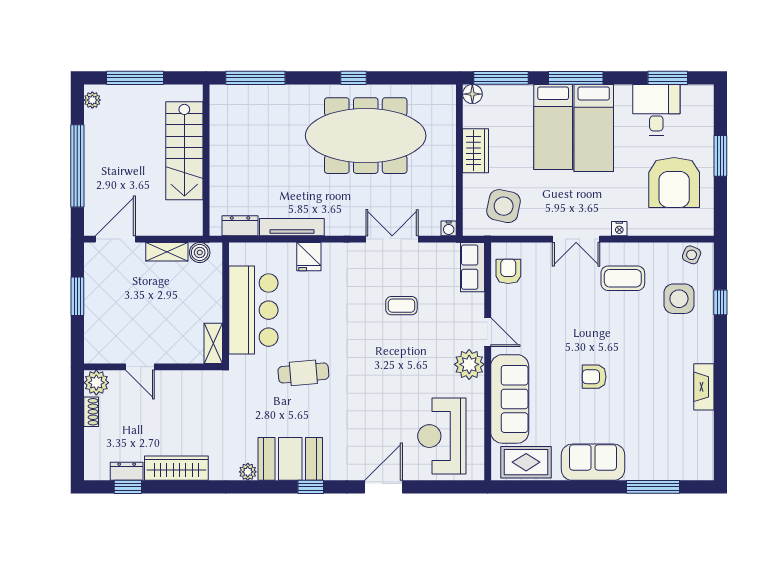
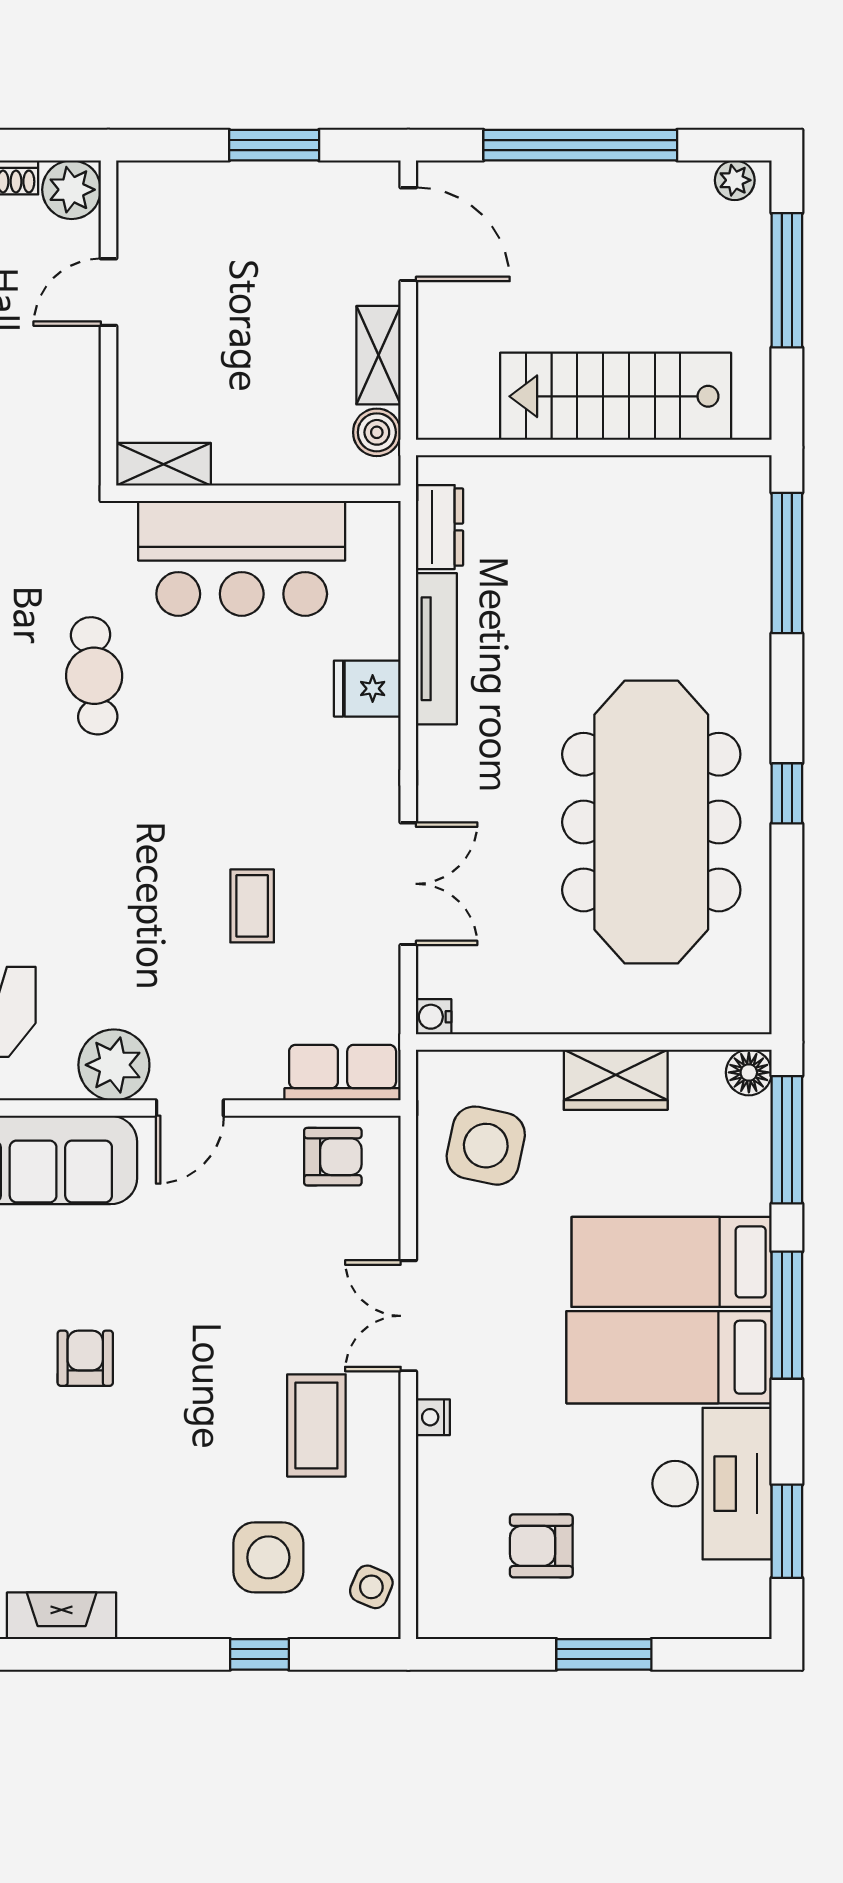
desk: (656, 110) -> (712, 1484), width x1.37
armchair: (674, 182) -> (541, 1546), width x0.53, depth x0.53

